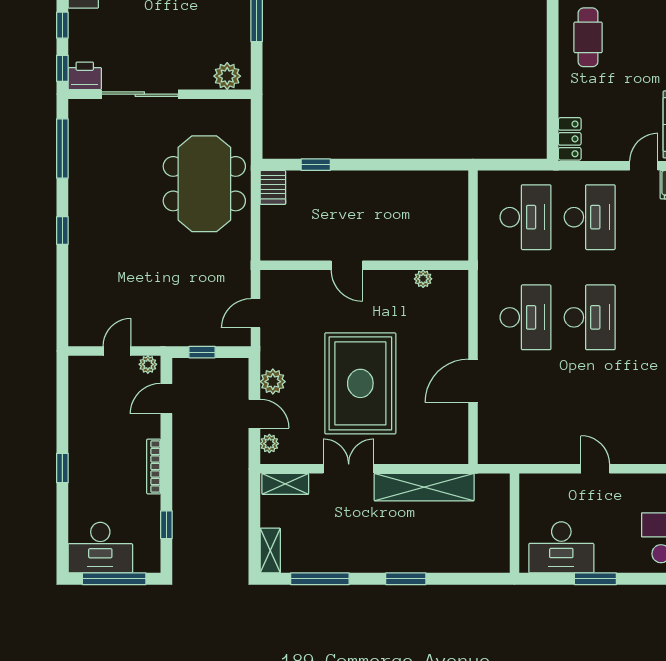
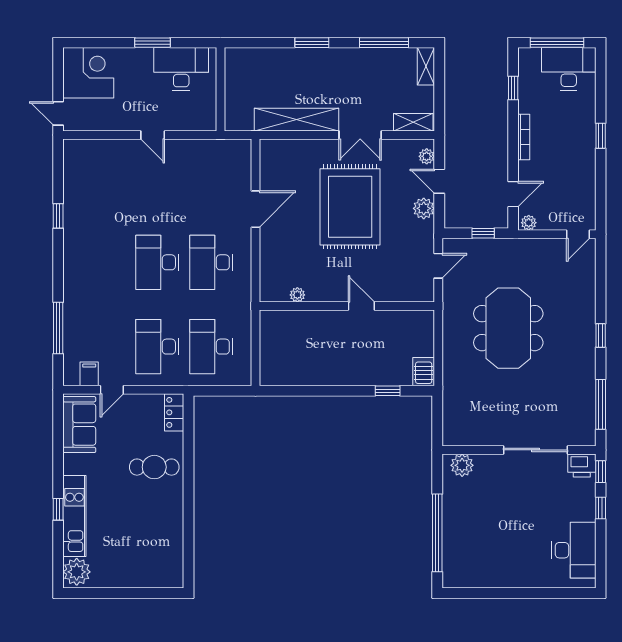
cafe table: (588, 37) -> (154, 467), moved, turned 90
meeting table: (204, 184) -> (508, 328), moved
door: (117, 351) -> (578, 234), moved

